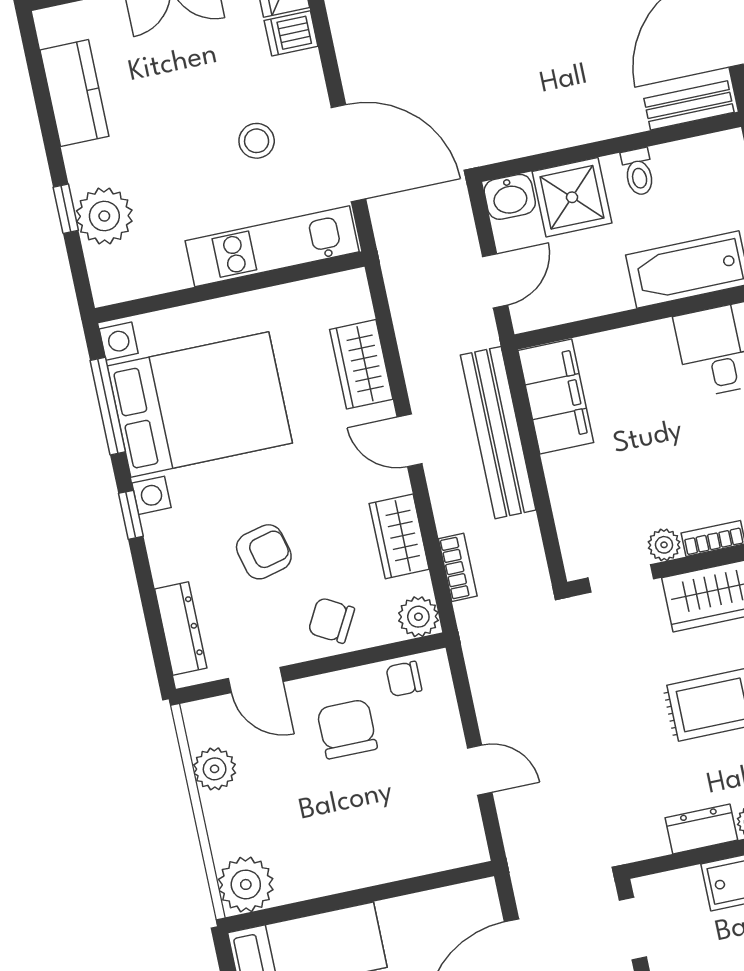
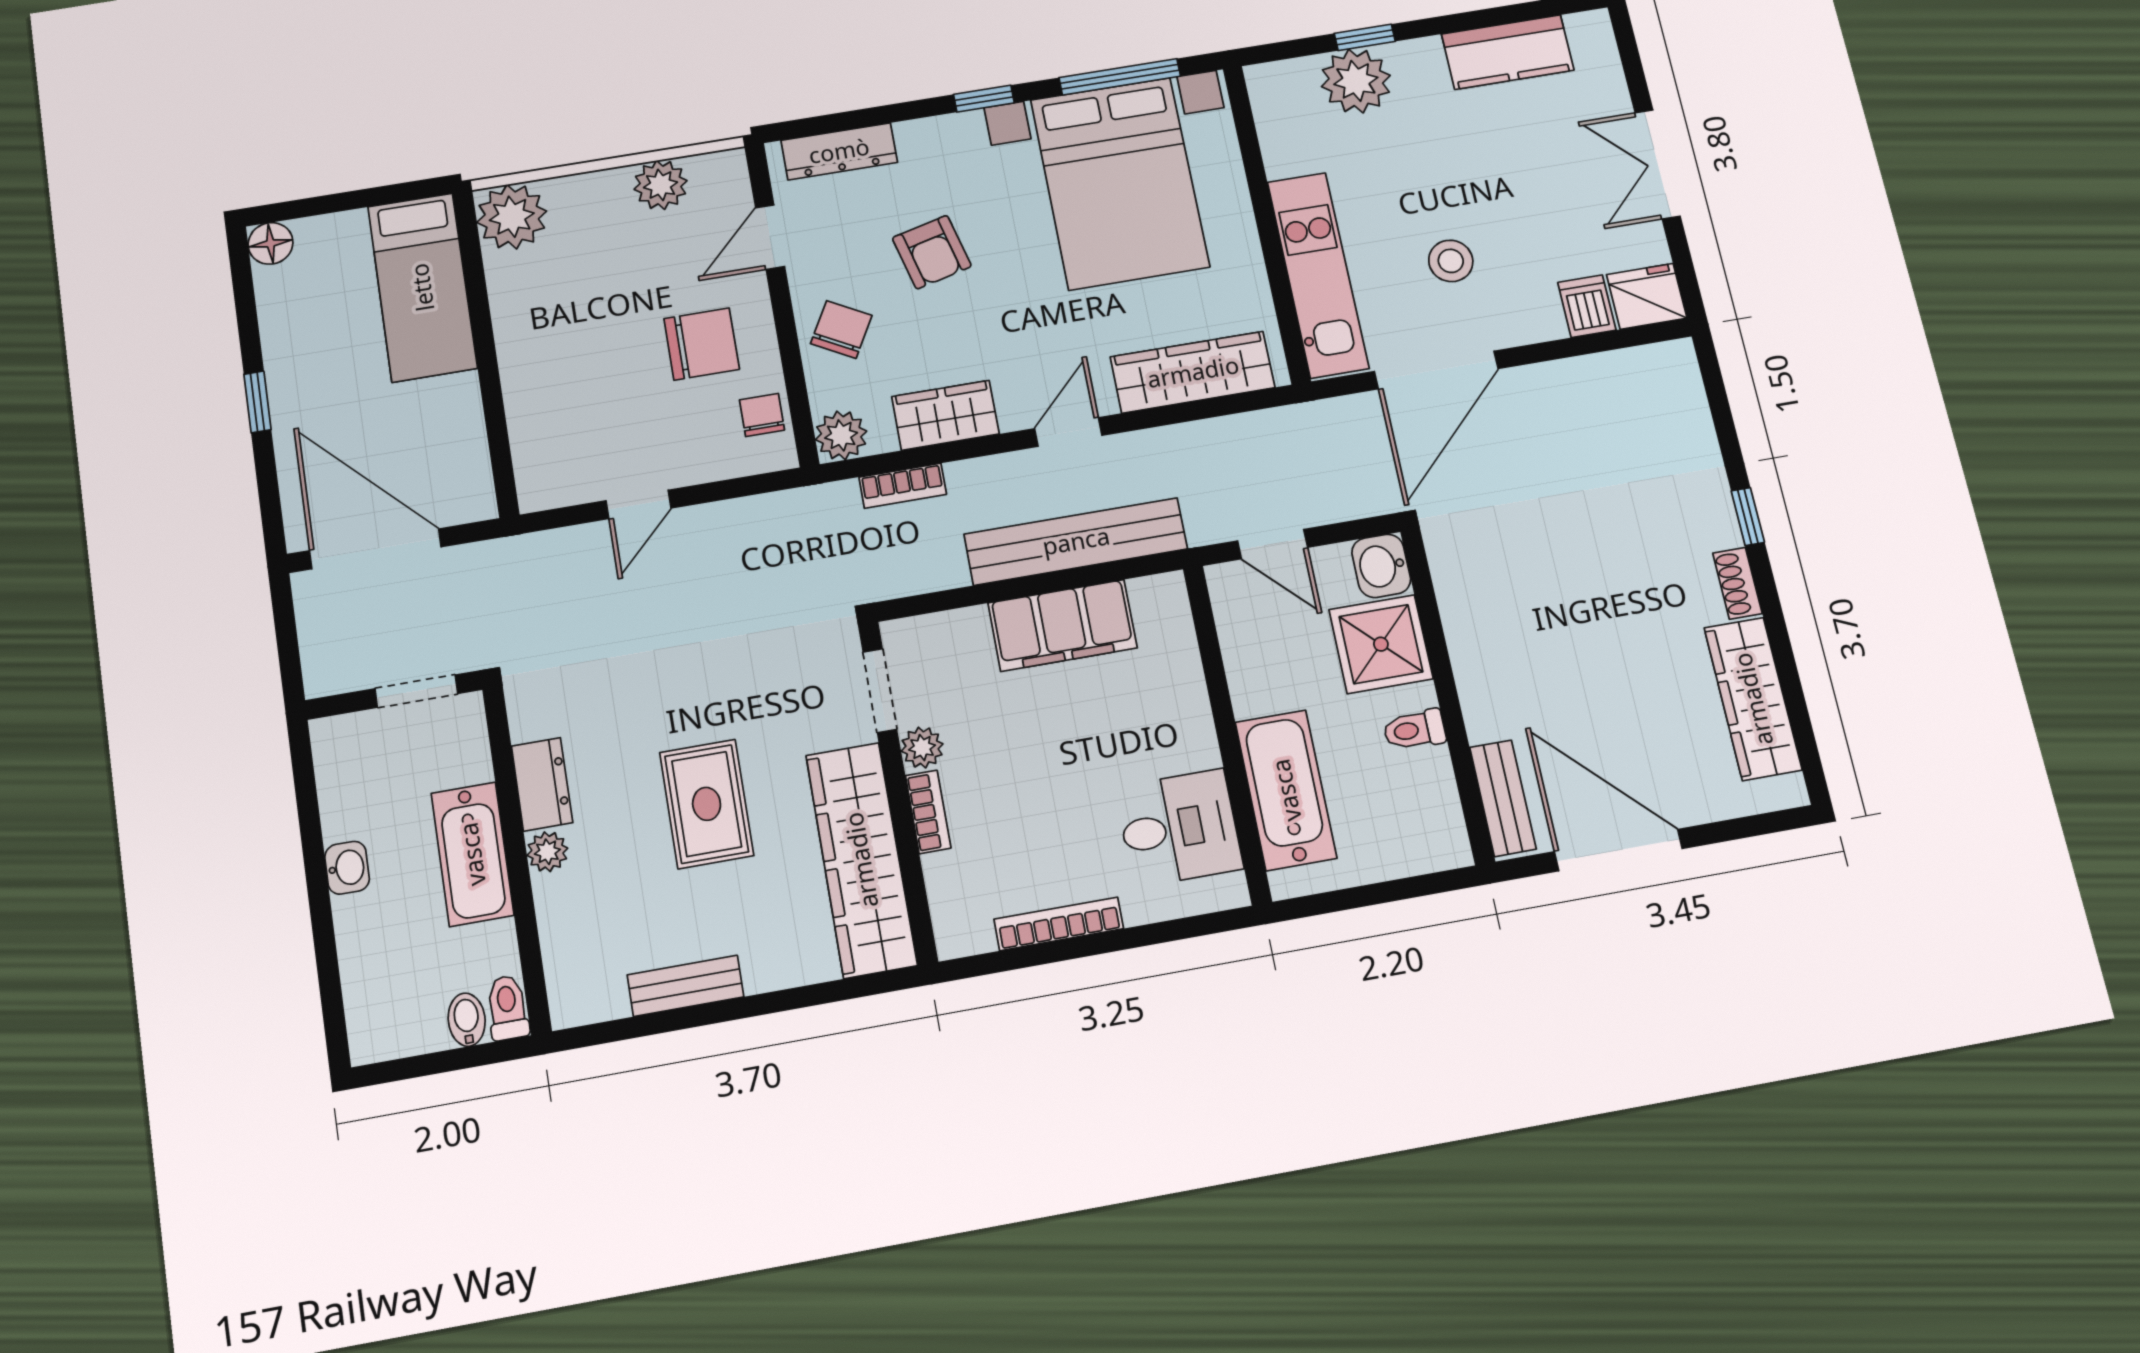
wardrobe: (361, 364) -> (1193, 372), width x1.50
filing cabinet: (556, 396) -> (1063, 625), moved

